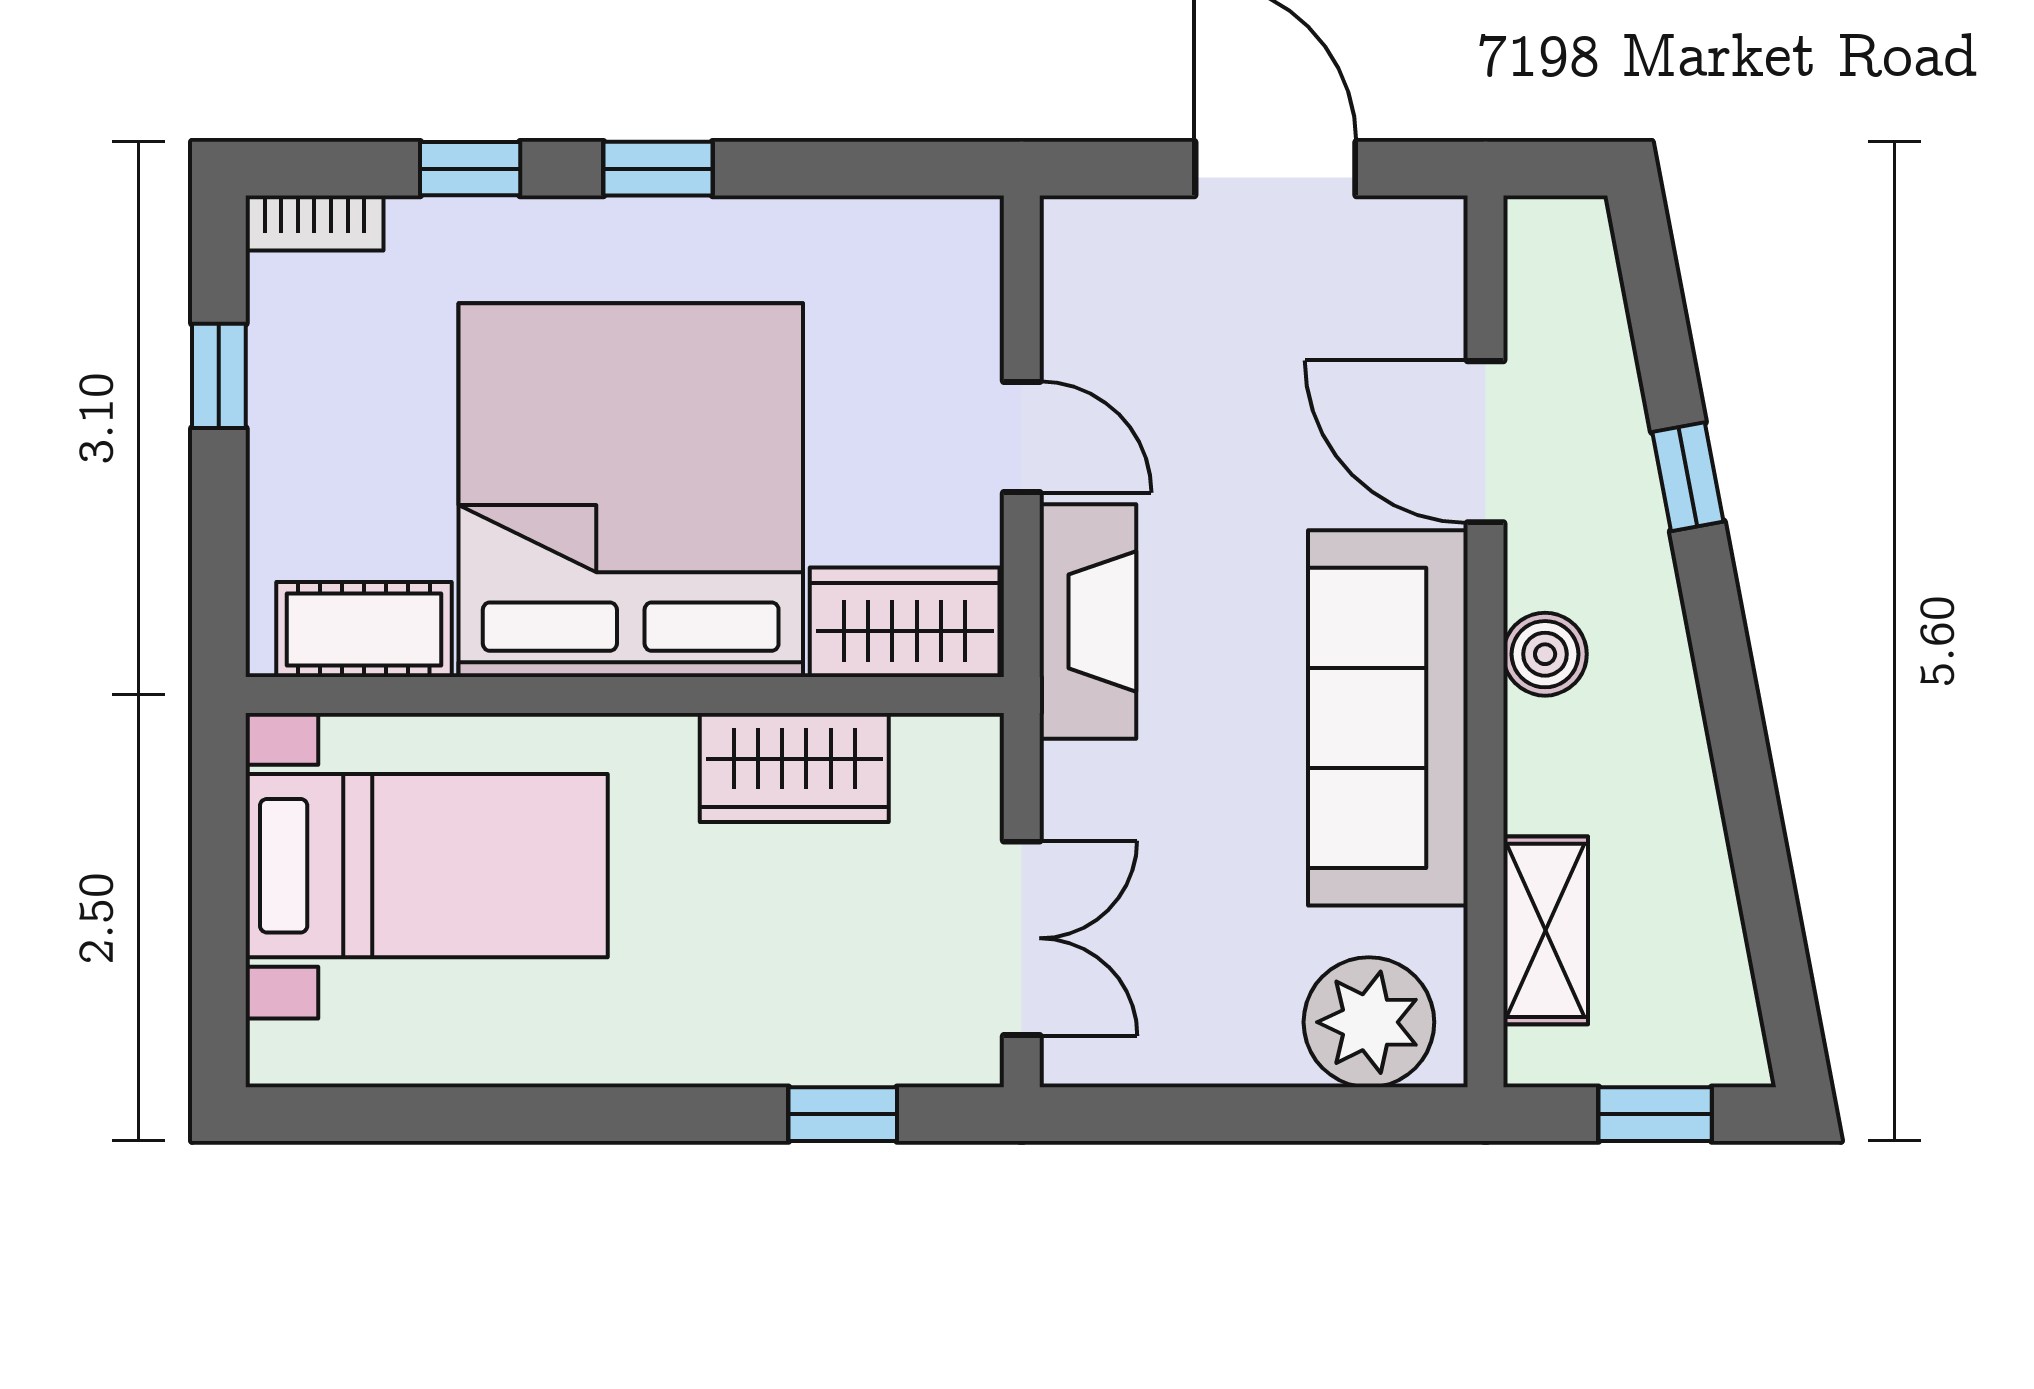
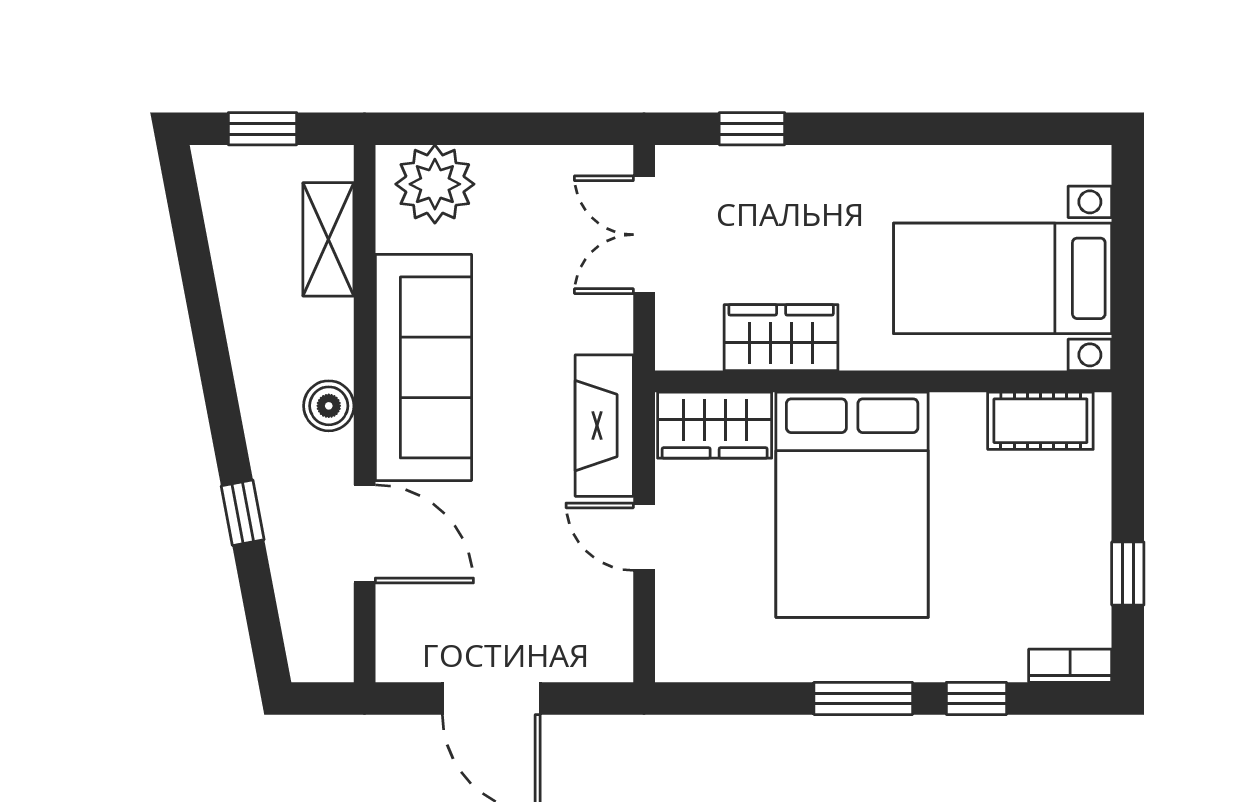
window: (658, 169) -> (863, 698), width x1.50
bed: (631, 490) -> (852, 505), width x0.73

